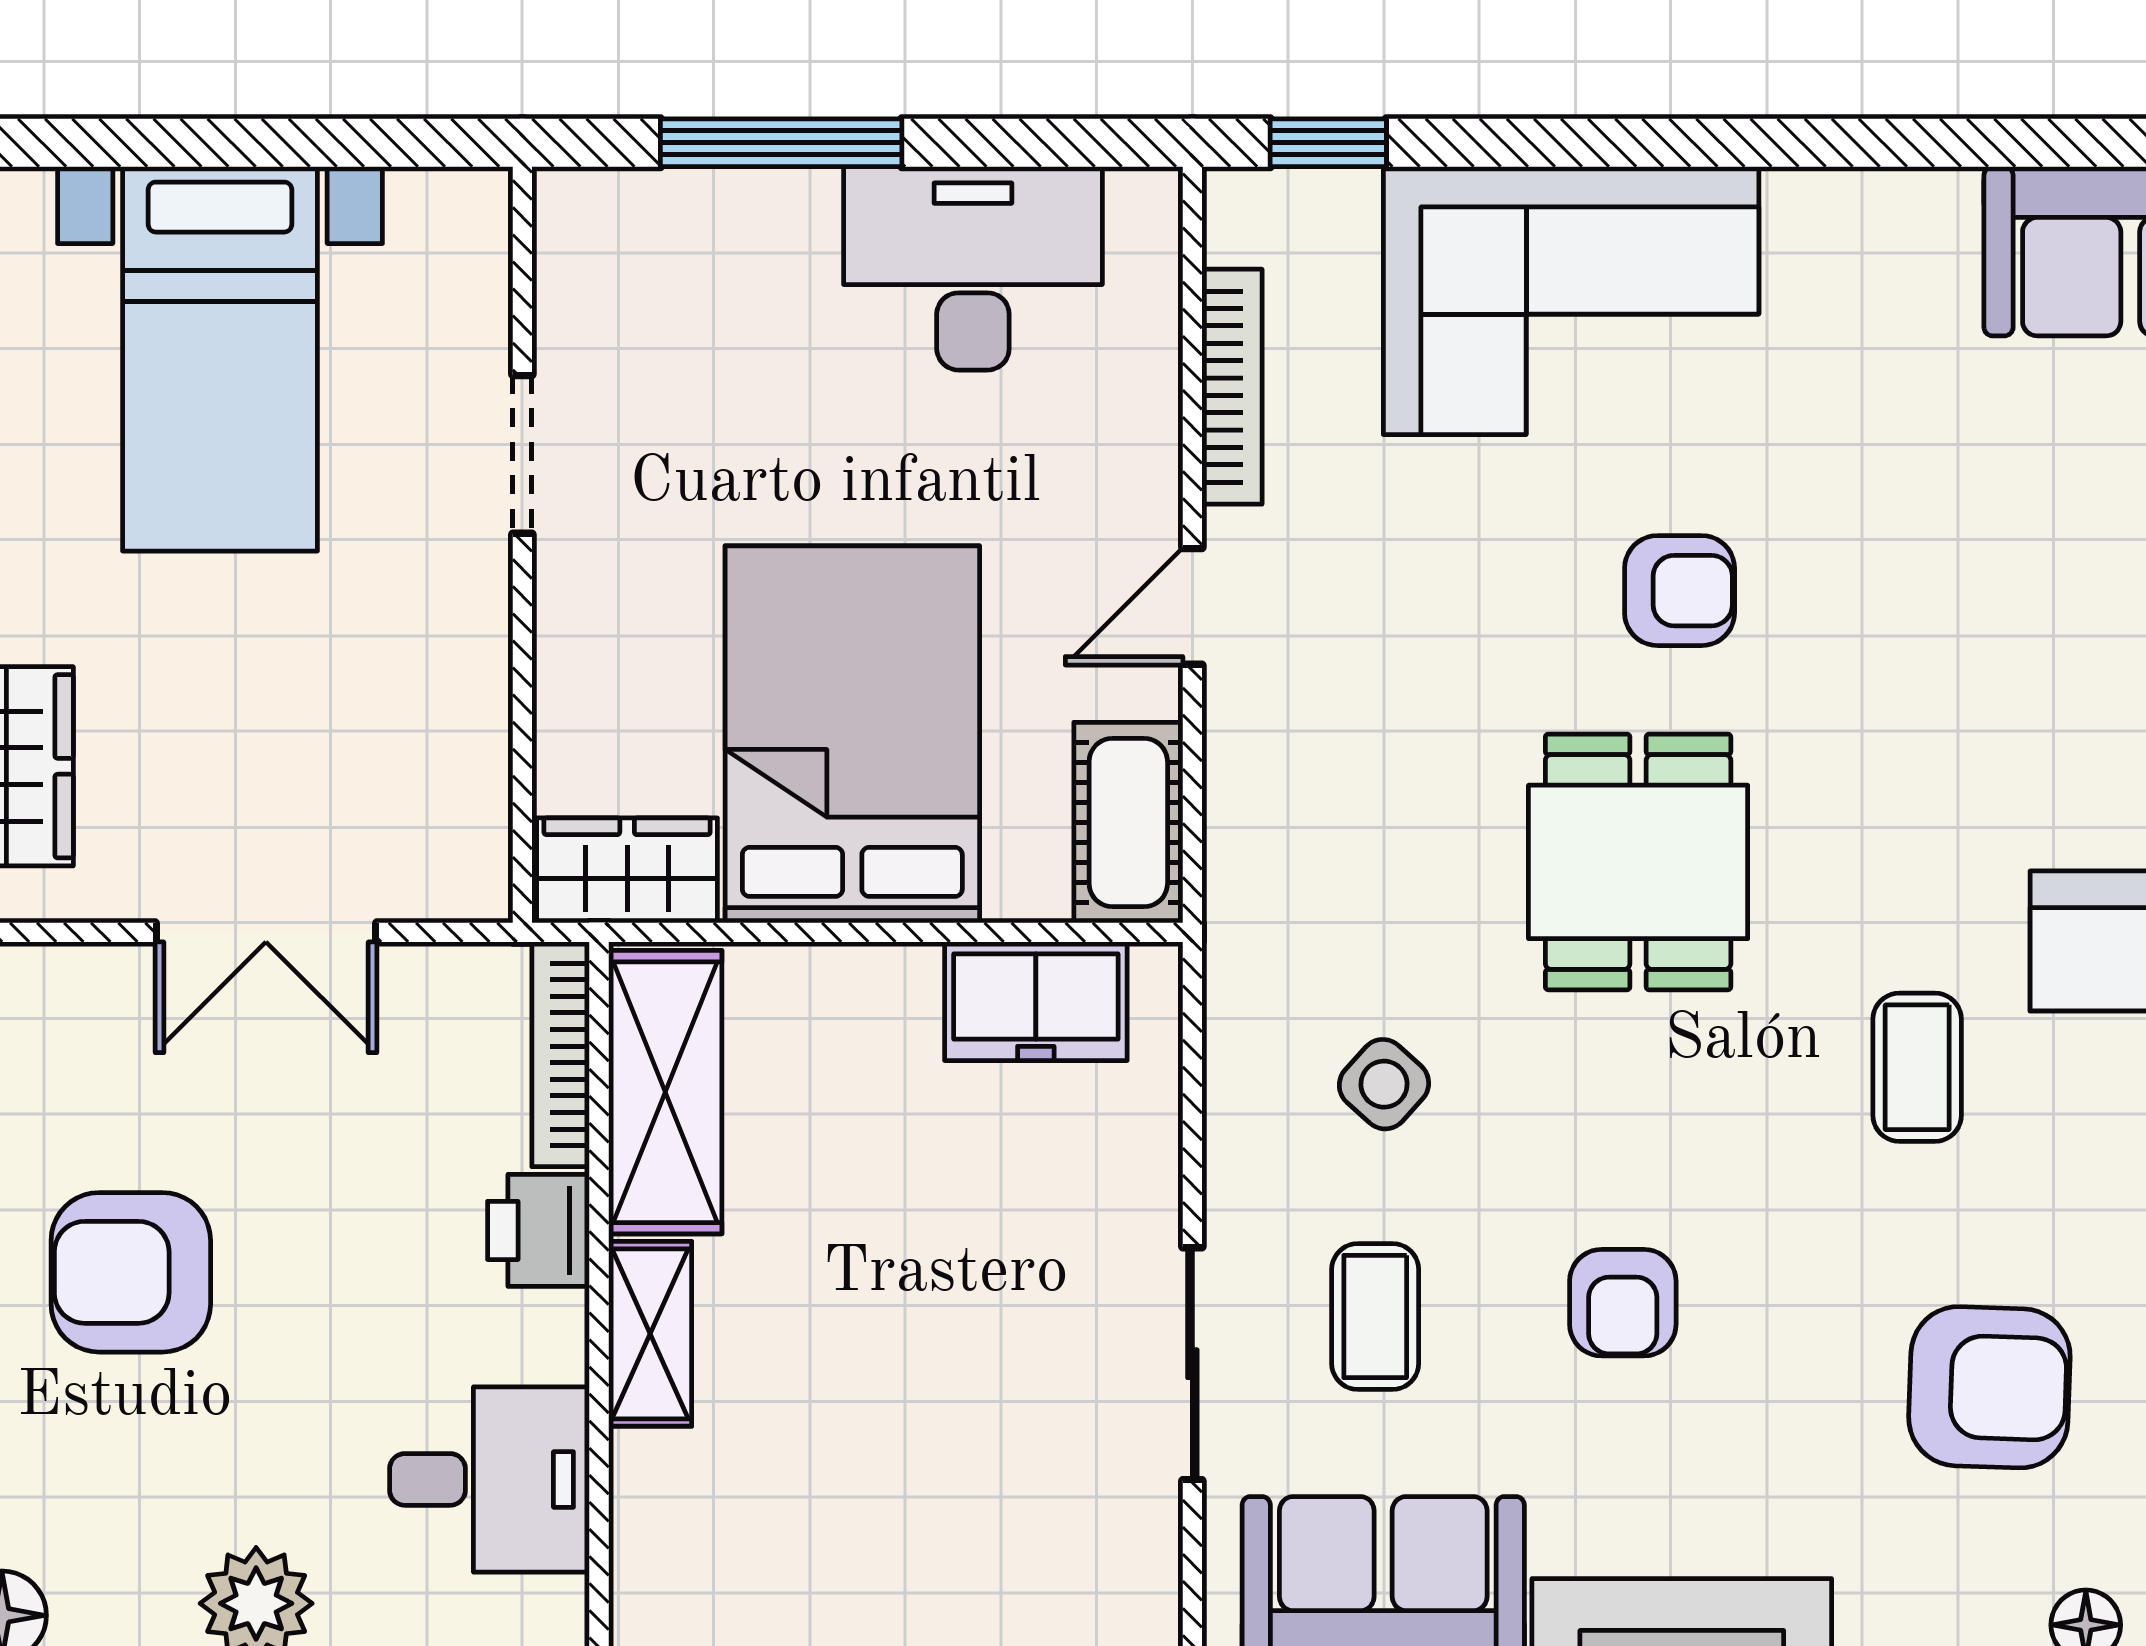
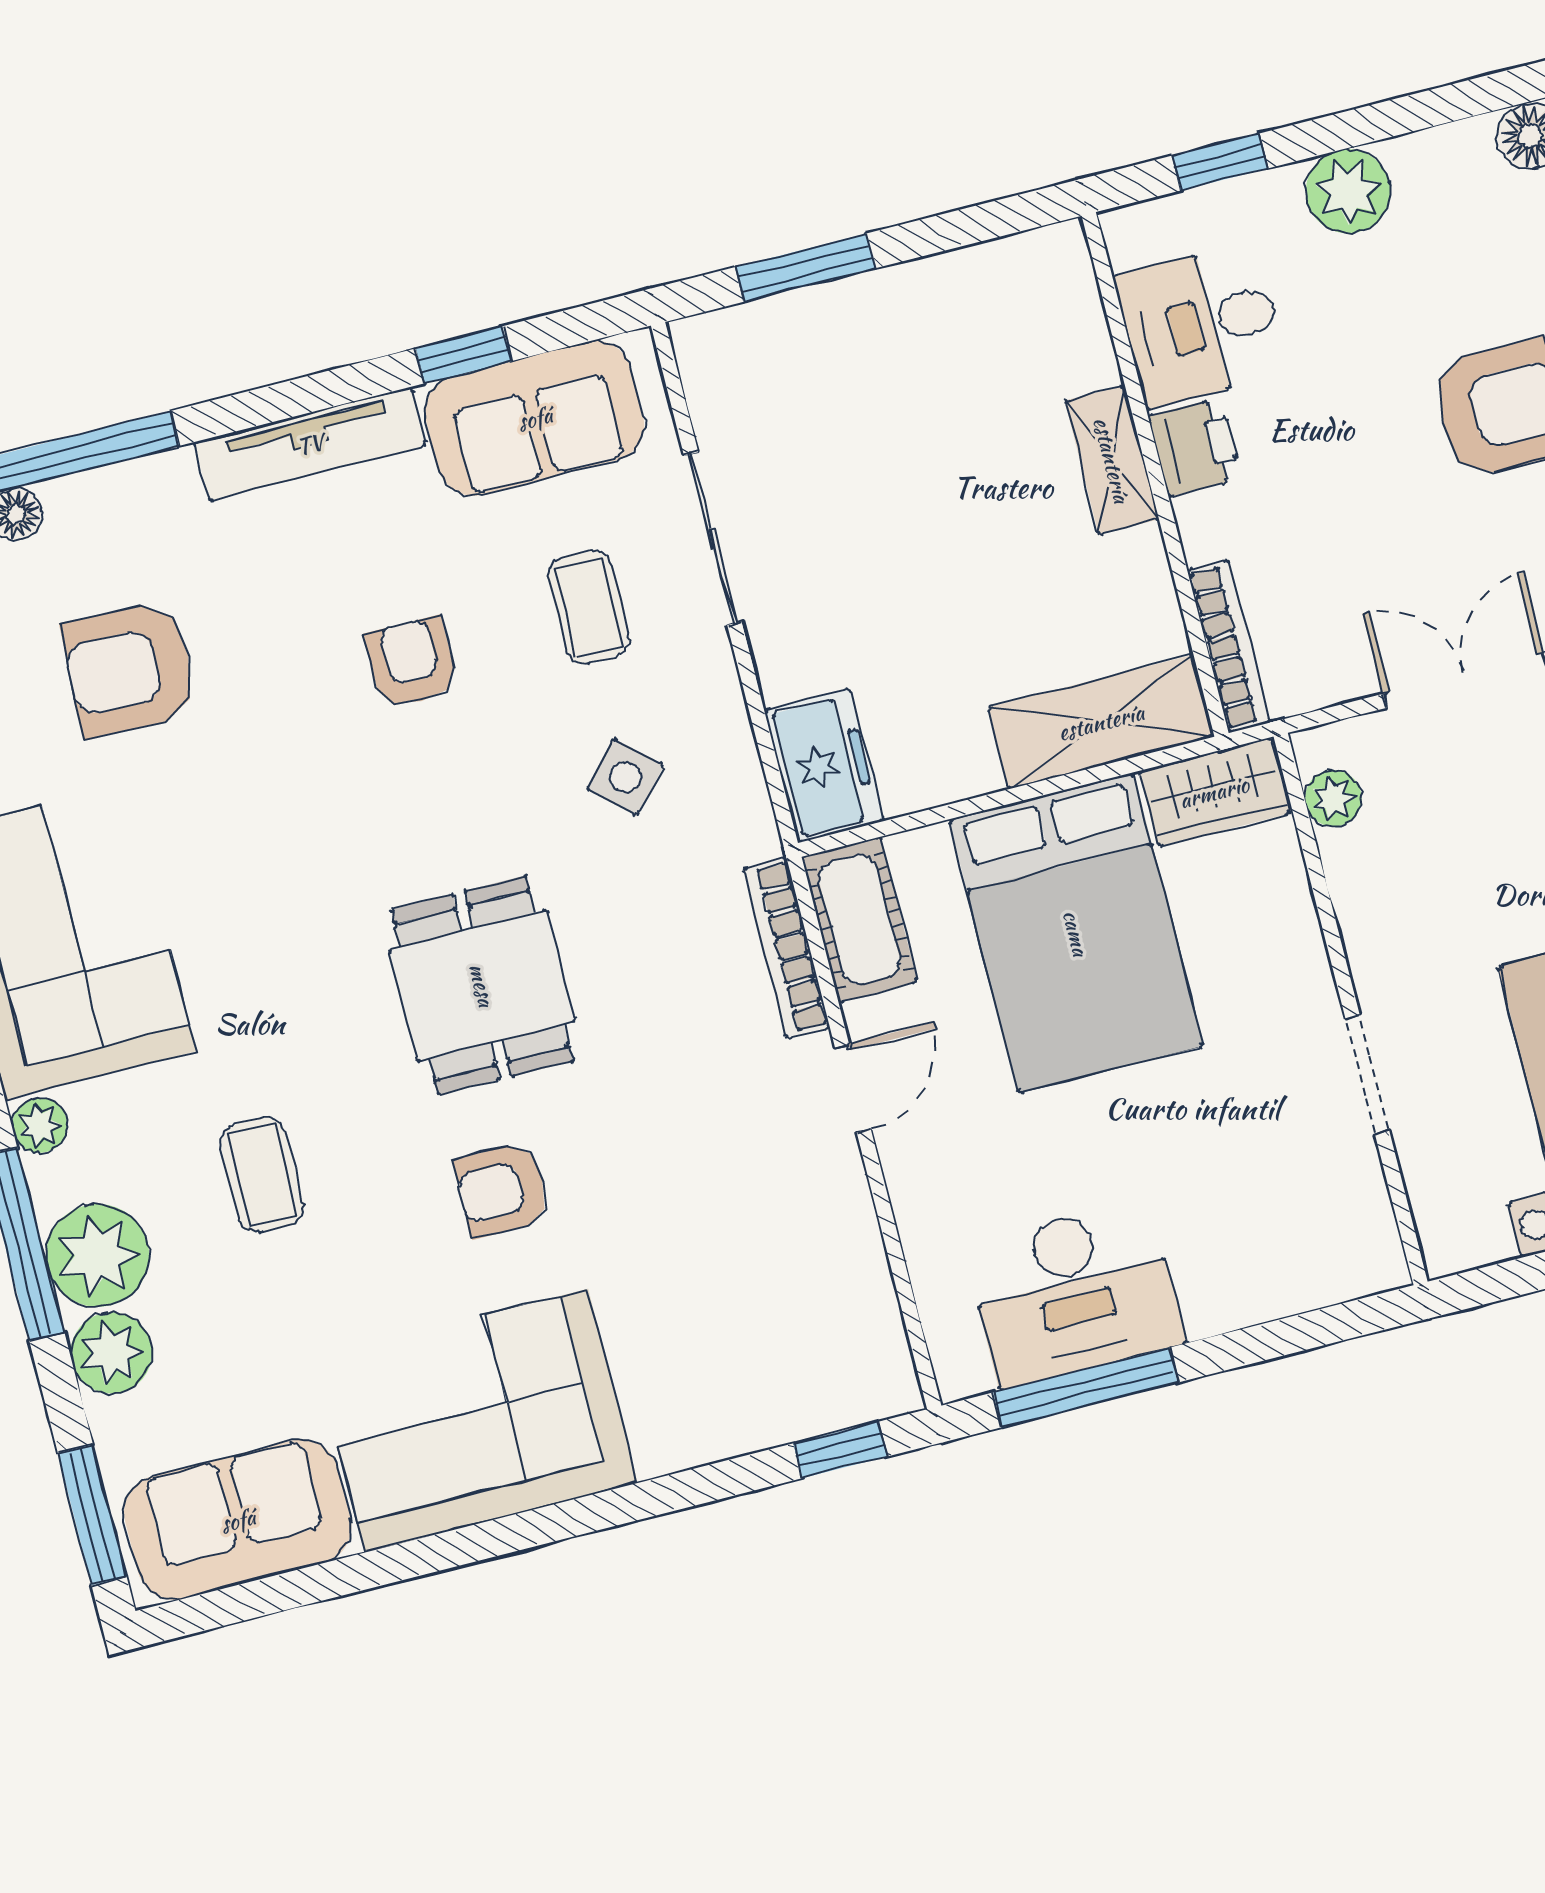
window: (781, 143) -> (1085, 1388), moved
corner sofa: (1571, 301) -> (477, 1421), moved
bookcase: (1232, 387) -> (787, 948), moved
plant: (475, 823) -> (1333, 798), added
freezer: (1036, 1001) -> (824, 766), moved, turned 90
coffee table: (1917, 1067) -> (262, 1175), moved
shelving: (665, 1092) -> (1101, 722), moved, turned 90
printer: (538, 1230) -> (1195, 447), moved

